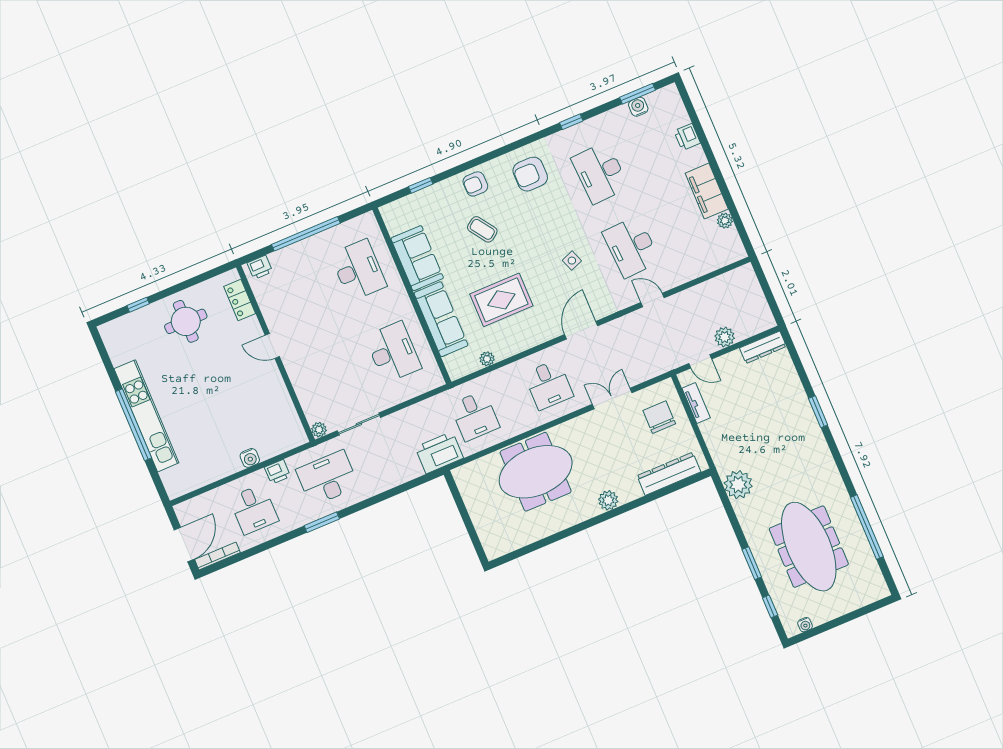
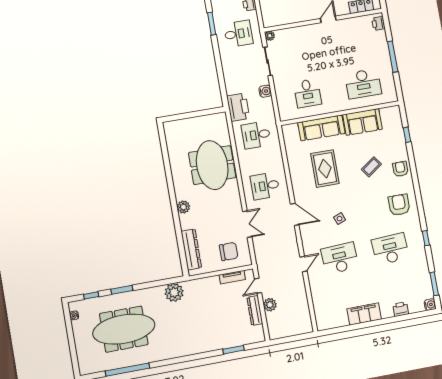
water cooler: (638, 107) -> (430, 305), moved
plant: (725, 221) -> (343, 321), removed
window: (306, 234) -> (393, 57), width x0.68
dresser: (763, 347) -> (255, 310), moved
desk: (393, 352) -> (307, 93), width x0.73
plant: (487, 359) -> (290, 151), removed
window: (818, 412) -> (234, 350), moved
water cooler: (405, 417) -> (265, 91), added
desk: (327, 478) -> (238, 34), width x0.73

